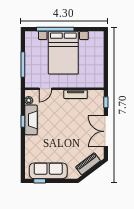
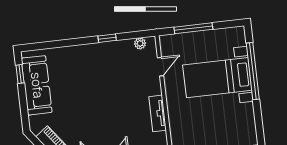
bed with nightstands: (63, 53) -> (217, 78), width x0.73
door: (45, 89) -> (161, 67), swing flipped
fireplace: (31, 120) -> (111, 50), removed

